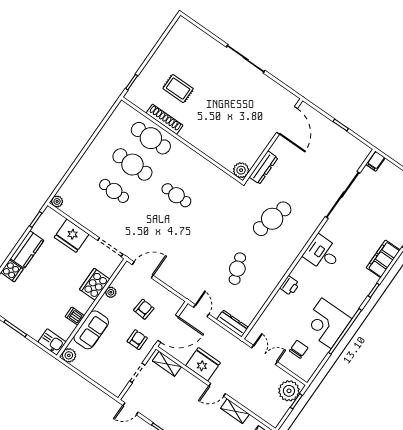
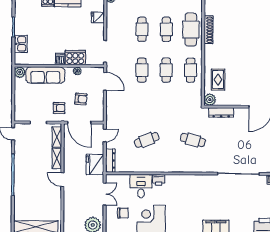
rug: (178, 89) -> (218, 80), moved
cafe table: (132, 165) -> (166, 29), width x0.73, depth x0.74
cafe table: (195, 169) -> (191, 70), added
cafe table: (272, 219) -> (193, 140), width x0.73, depth x0.74
cafe table: (158, 222) -> (142, 70), added
fridge: (72, 236) -> (98, 17), width x0.53, depth x0.75
desk: (322, 253) -> (141, 186), moved
dishwasher: (75, 316) -> (60, 59), moved
sofa: (91, 330) -> (45, 75), width x1.36
kitchen sink: (52, 342) -> (21, 44), moved
fridge: (203, 364) -> (95, 164), moved, turned 180
shelving: (235, 411) -> (57, 158), moved

